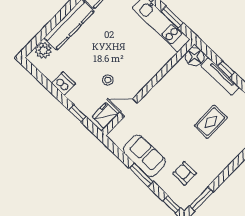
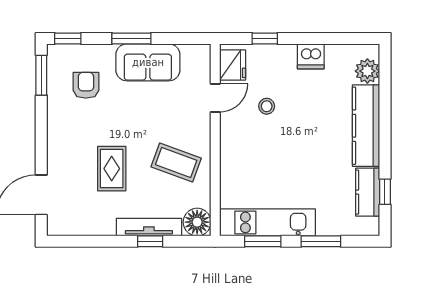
coffee table: (177, 95) -> (176, 163), added
armchair: (185, 173) -> (86, 85), turned -90

